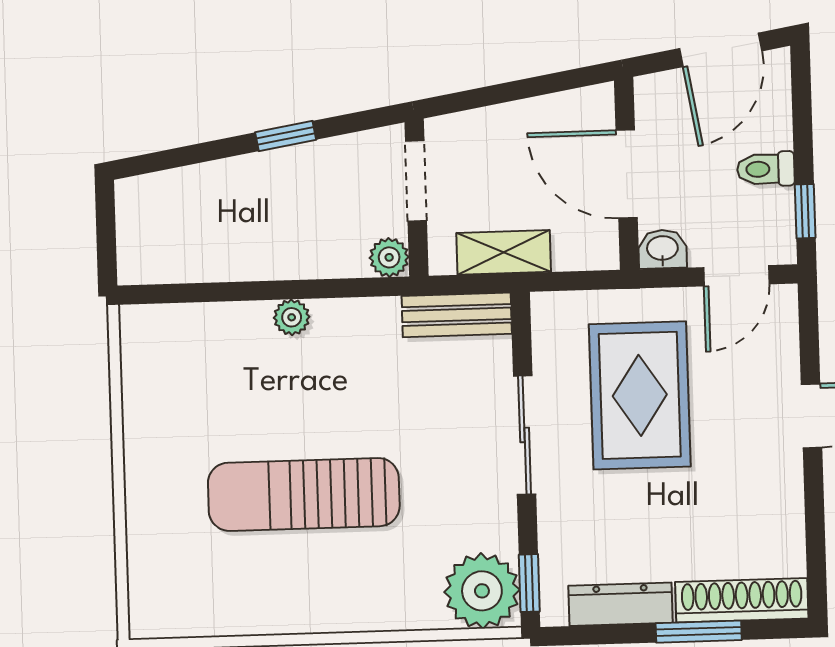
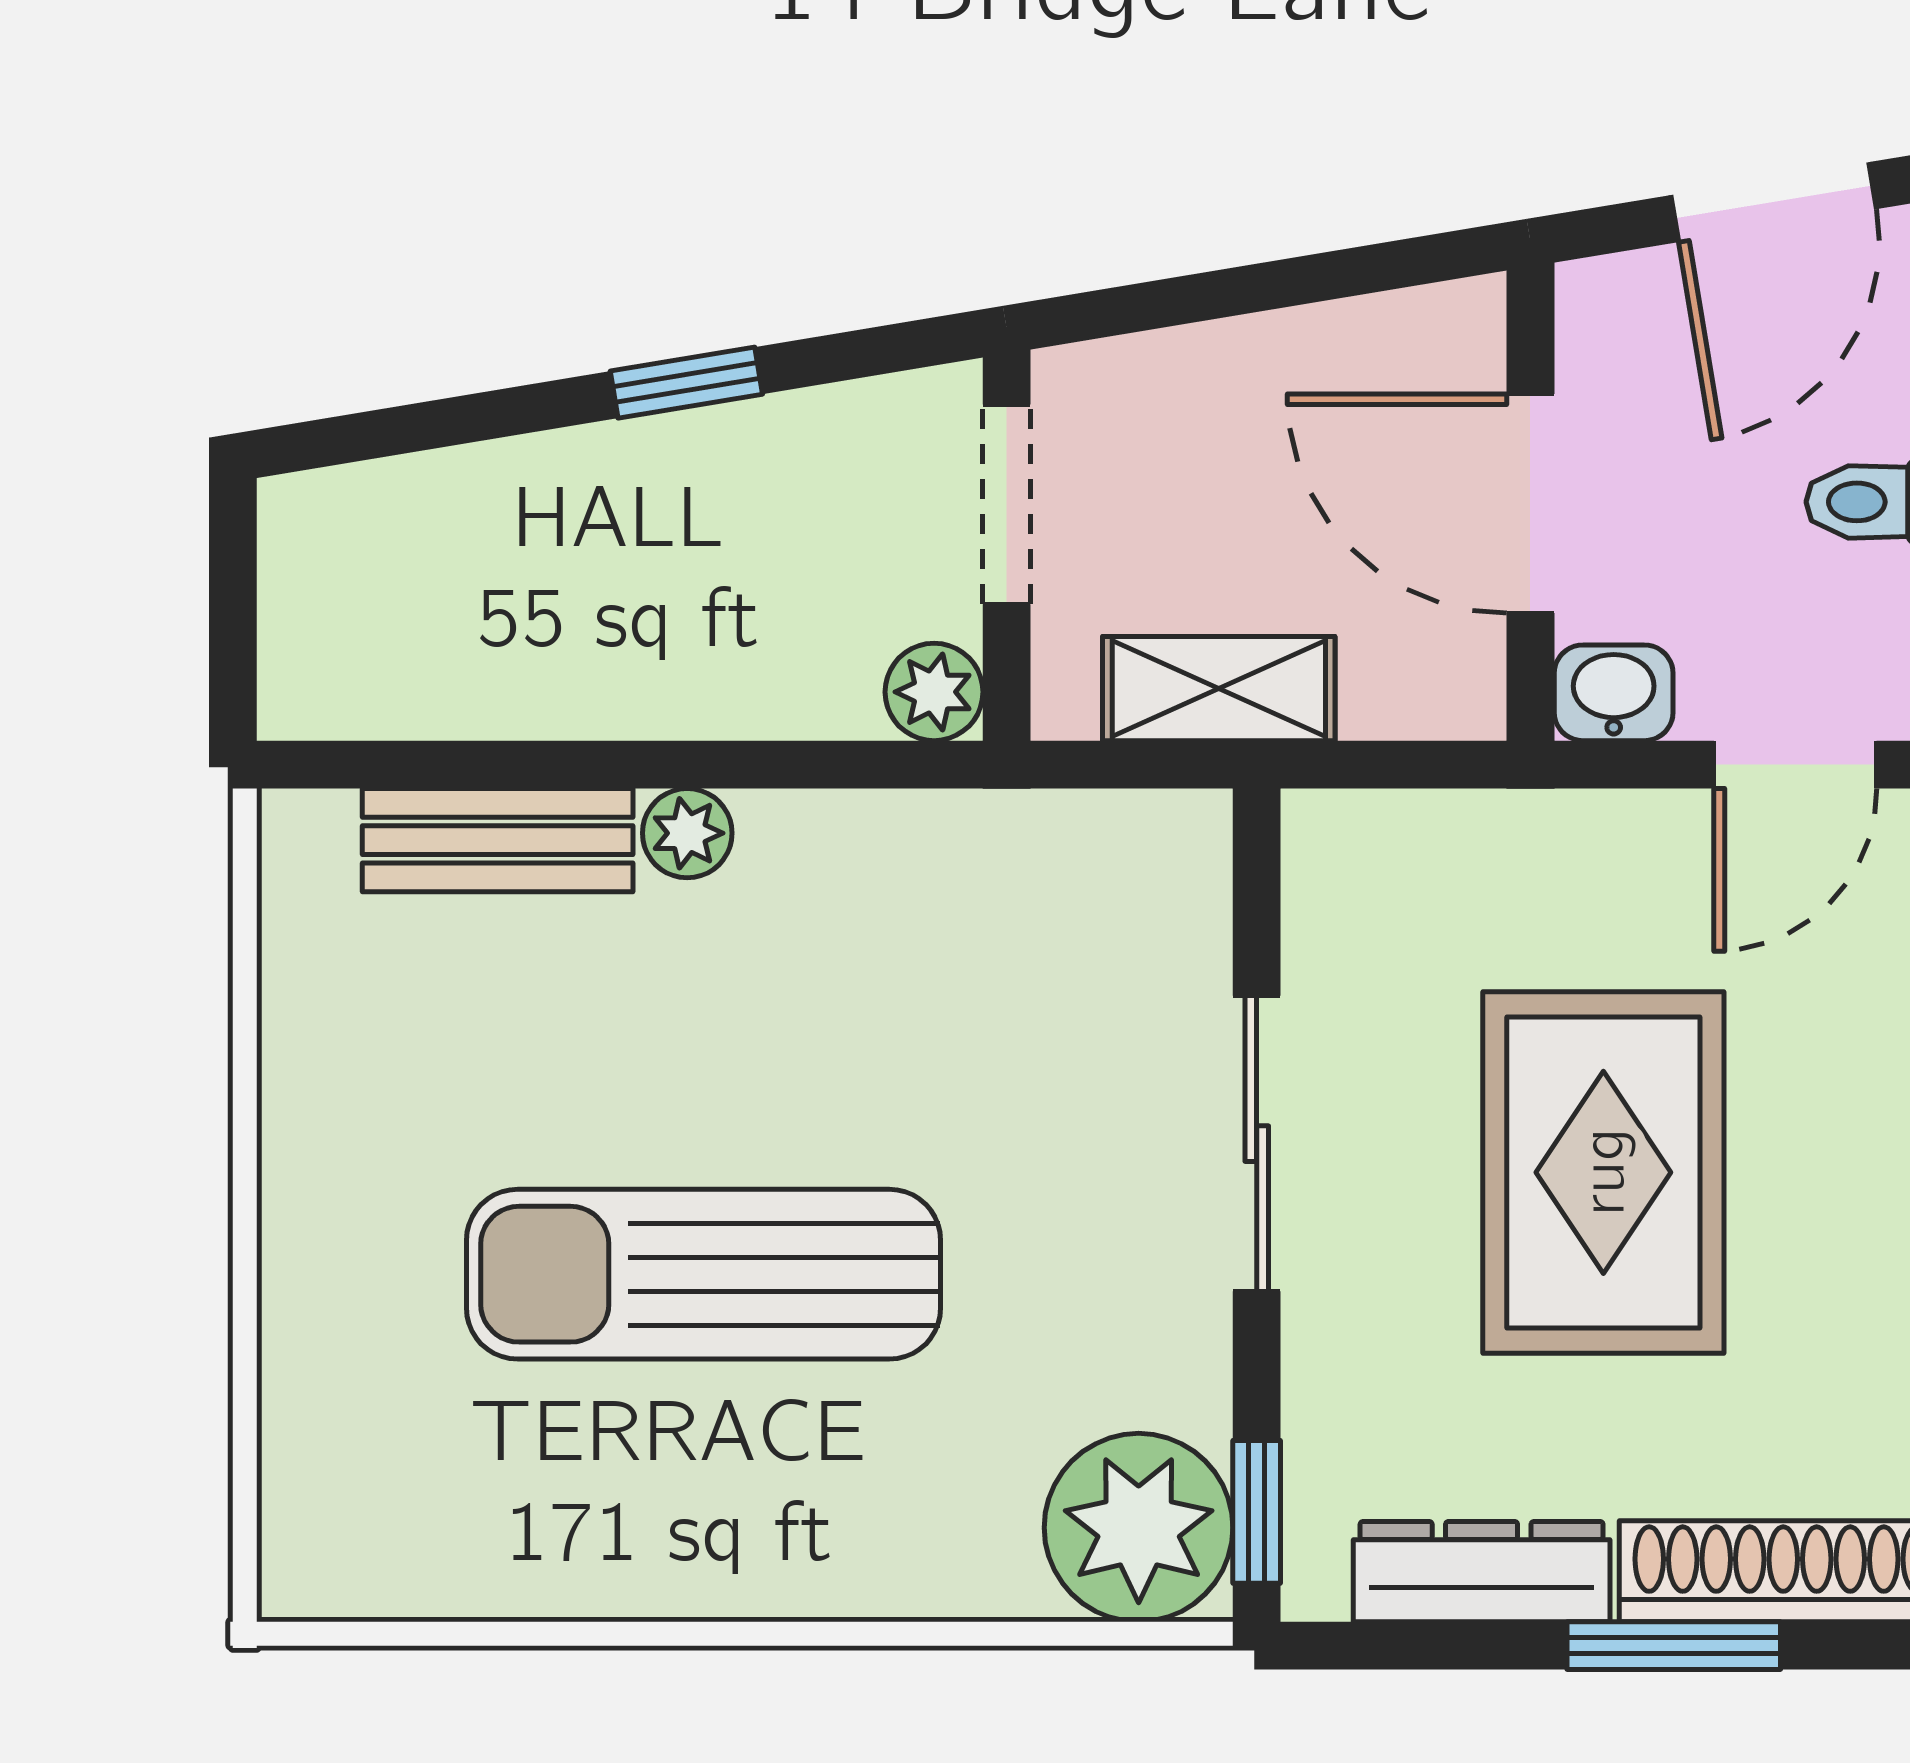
bench: (457, 315) -> (498, 840), moved
rug: (640, 395) -> (1603, 1172), moved

